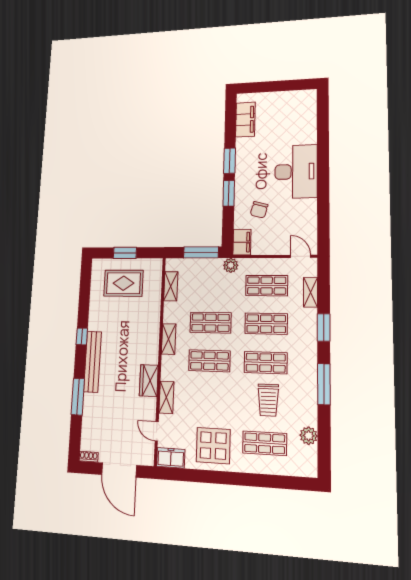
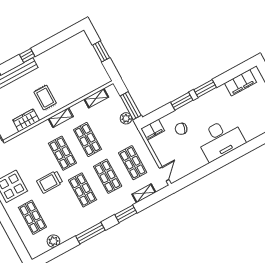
plant: (231, 265) -> (126, 118), moved
rug: (123, 283) -> (45, 98), moved, width x0.73, depth x0.70
shelving: (166, 397) -> (23, 139), removed
trolley: (268, 400) -> (50, 182), moved

